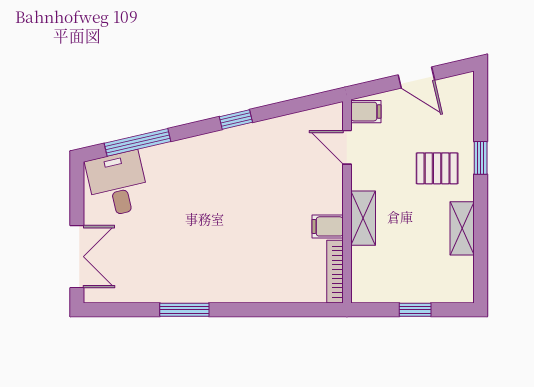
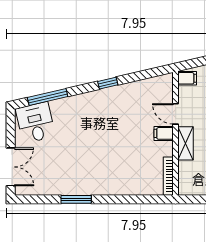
door: (347, 147) -> (176, 114), moved
filing cabinet: (328, 226) -> (164, 133), moved

